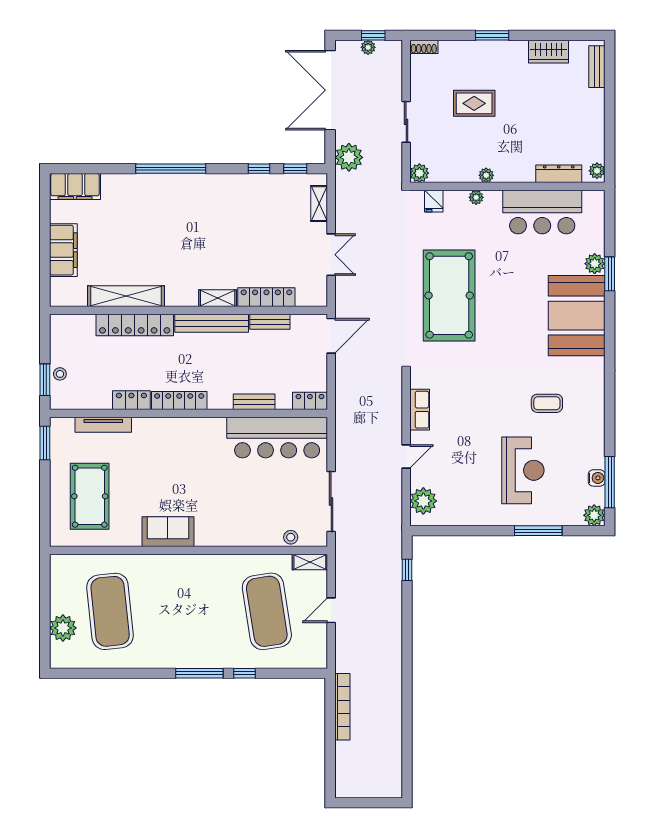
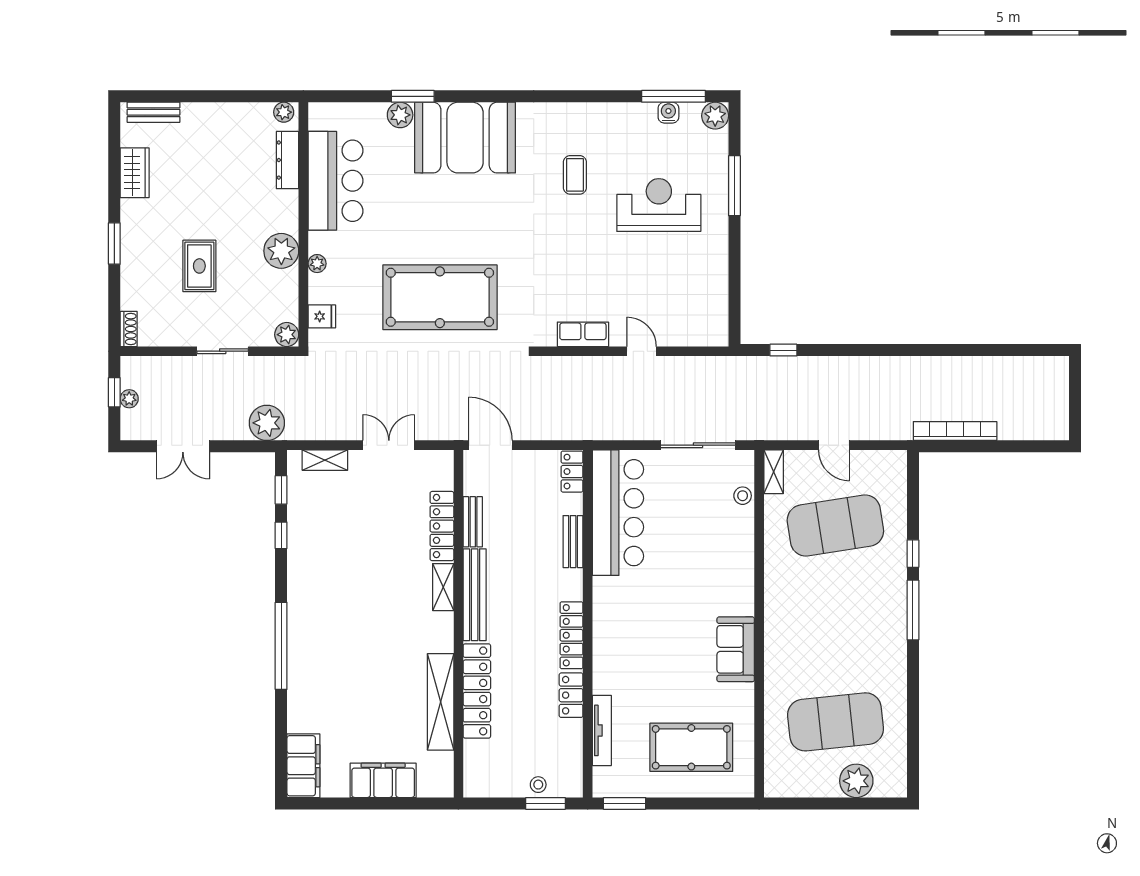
double door: (330, 90) -> (183, 446), width x0.54
plant: (486, 175) -> (281, 251), width x1.88, depth x1.88
plant: (423, 501) -> (697, 330), removed

